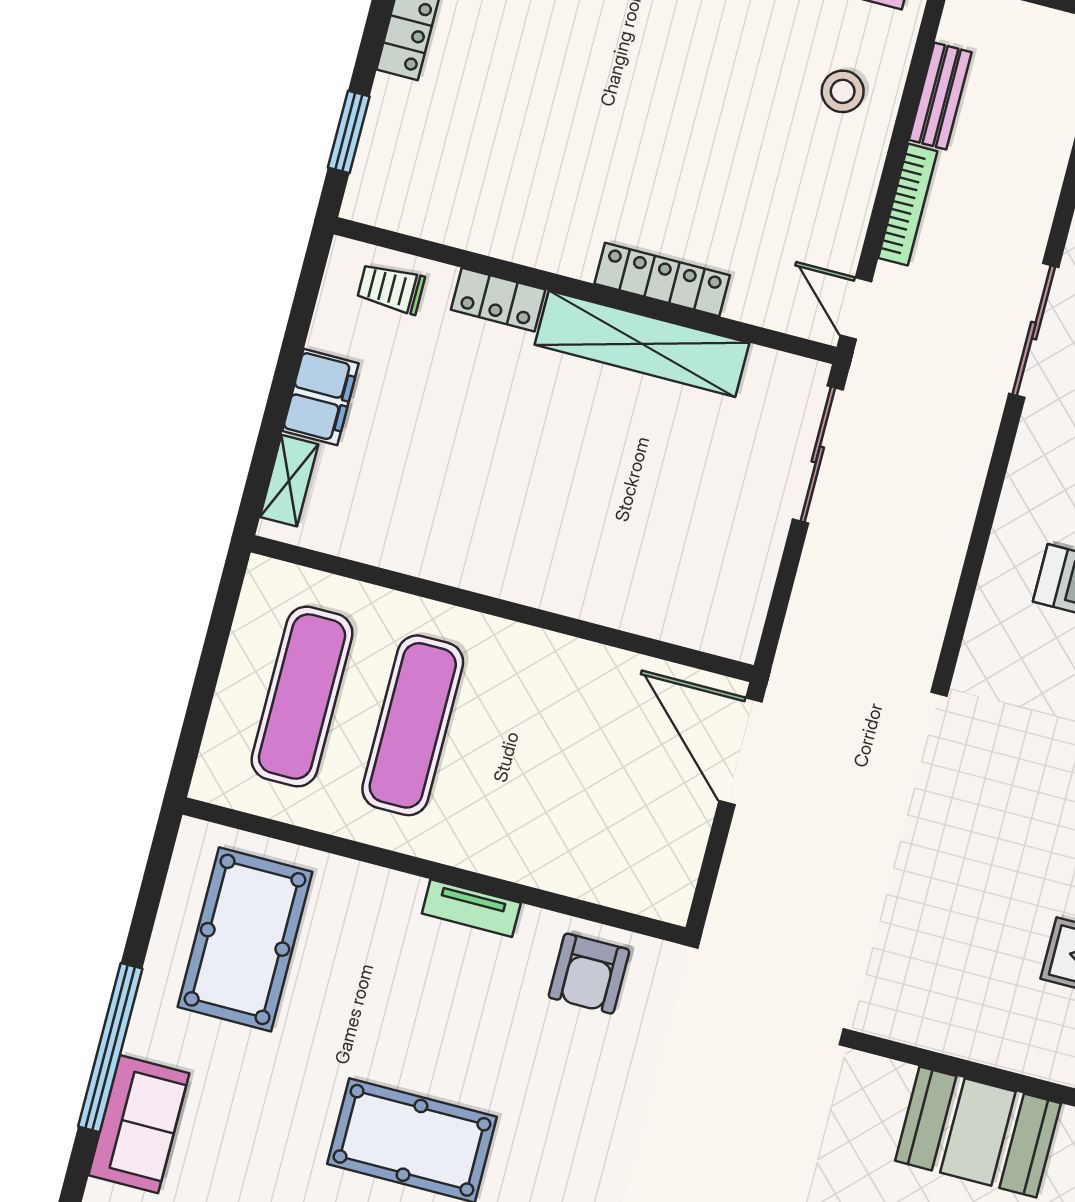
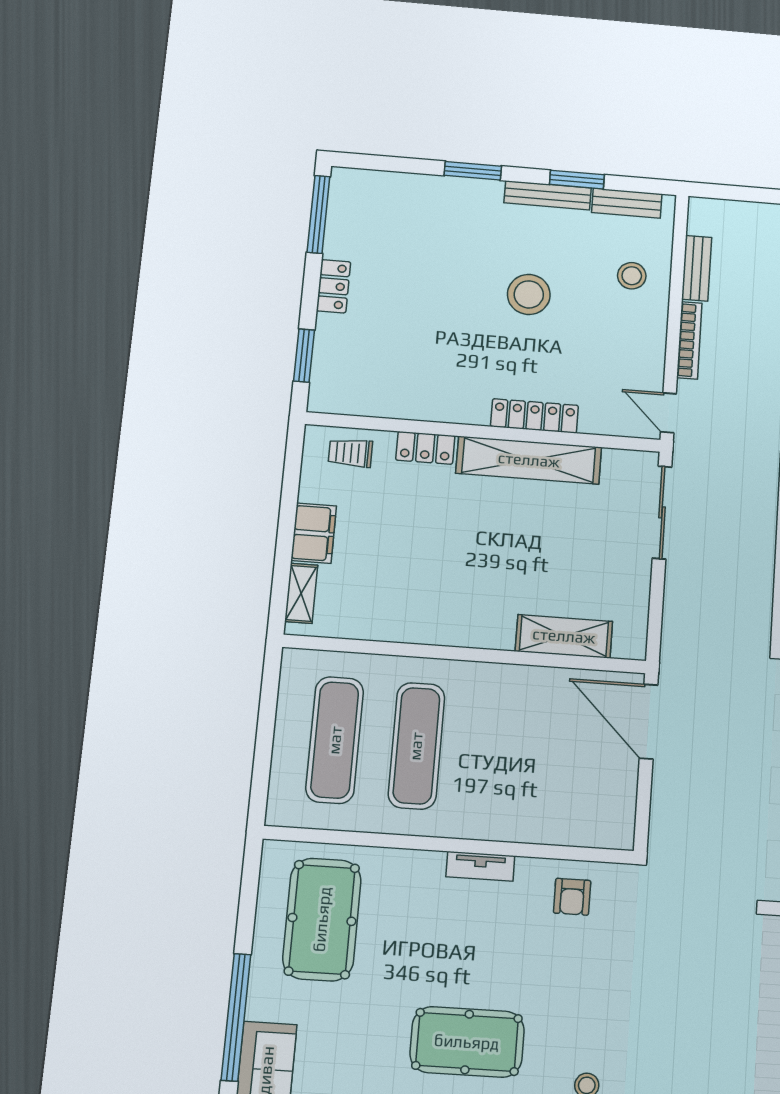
stool: (687, 95) -> (529, 294), added
shelving: (645, 609) -> (564, 636), added
armchair: (589, 974) -> (572, 897), width x0.72, depth x0.72

